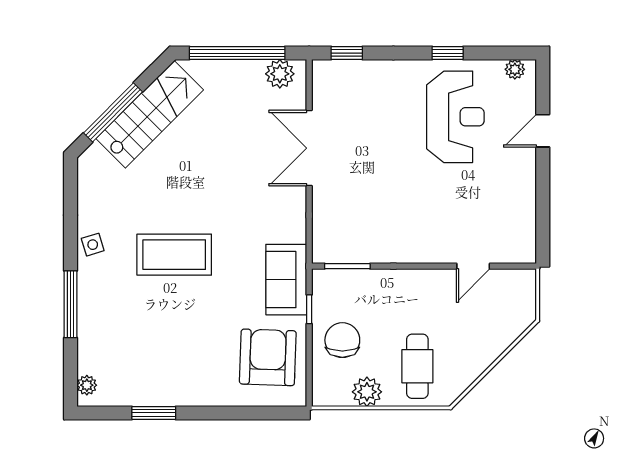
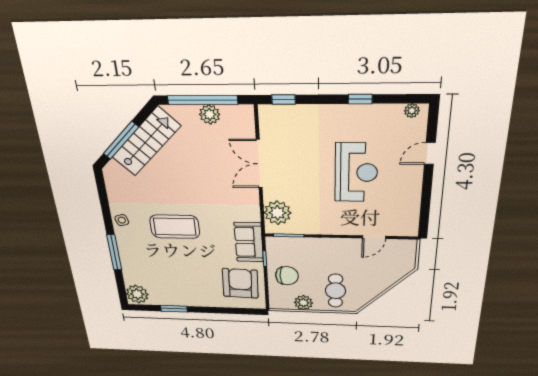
plant: (280, 74) -> (210, 114), moved
reception desk: (455, 117) -> (356, 172), moved
plant: (332, 227) -> (277, 213), added
chair: (342, 340) -> (287, 276), turned 90
plant: (87, 385) -> (137, 294), width x1.88, depth x1.88

